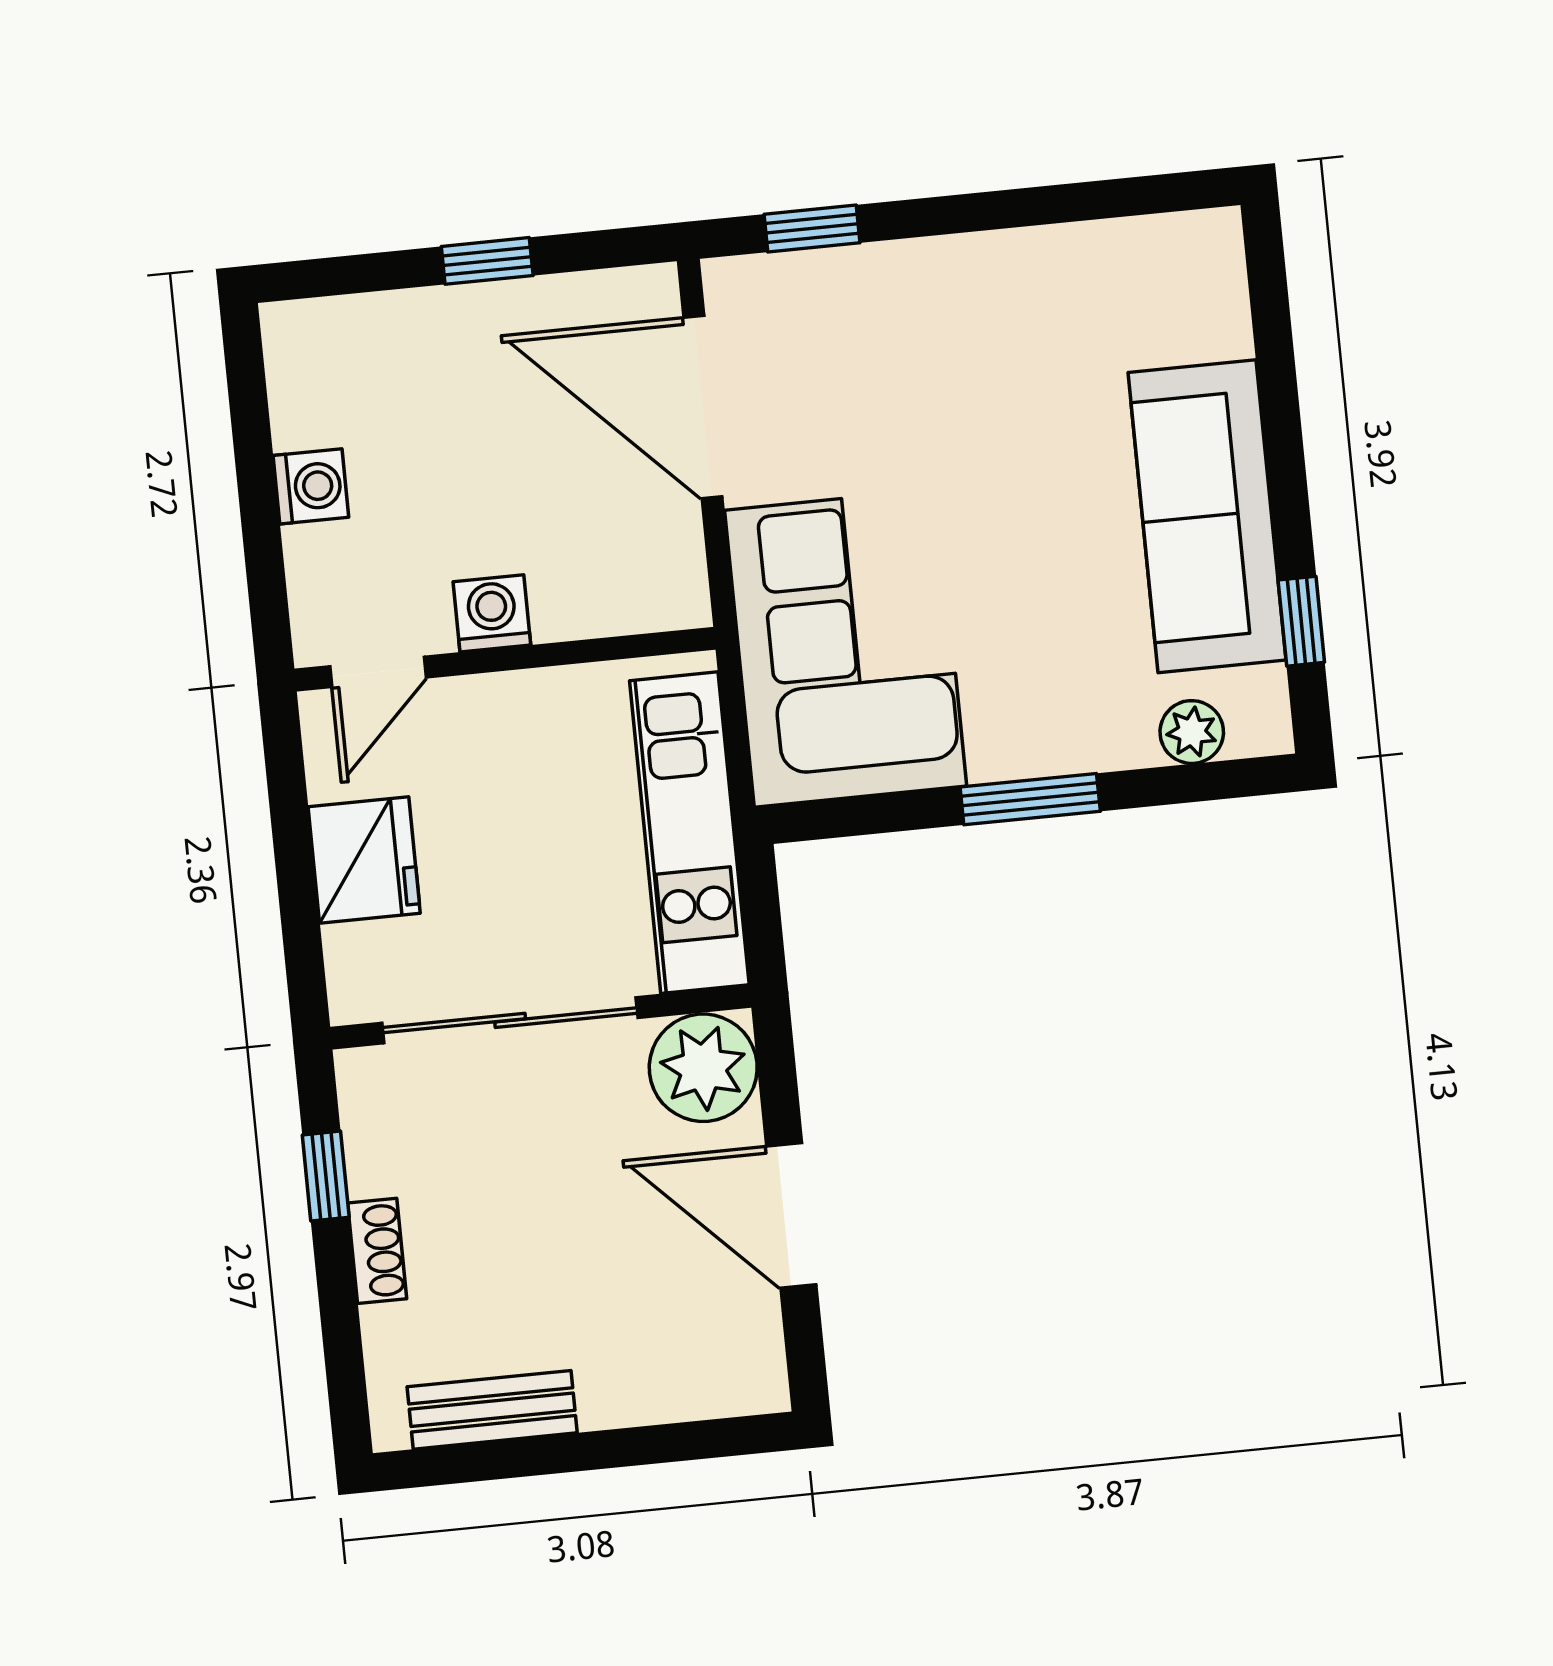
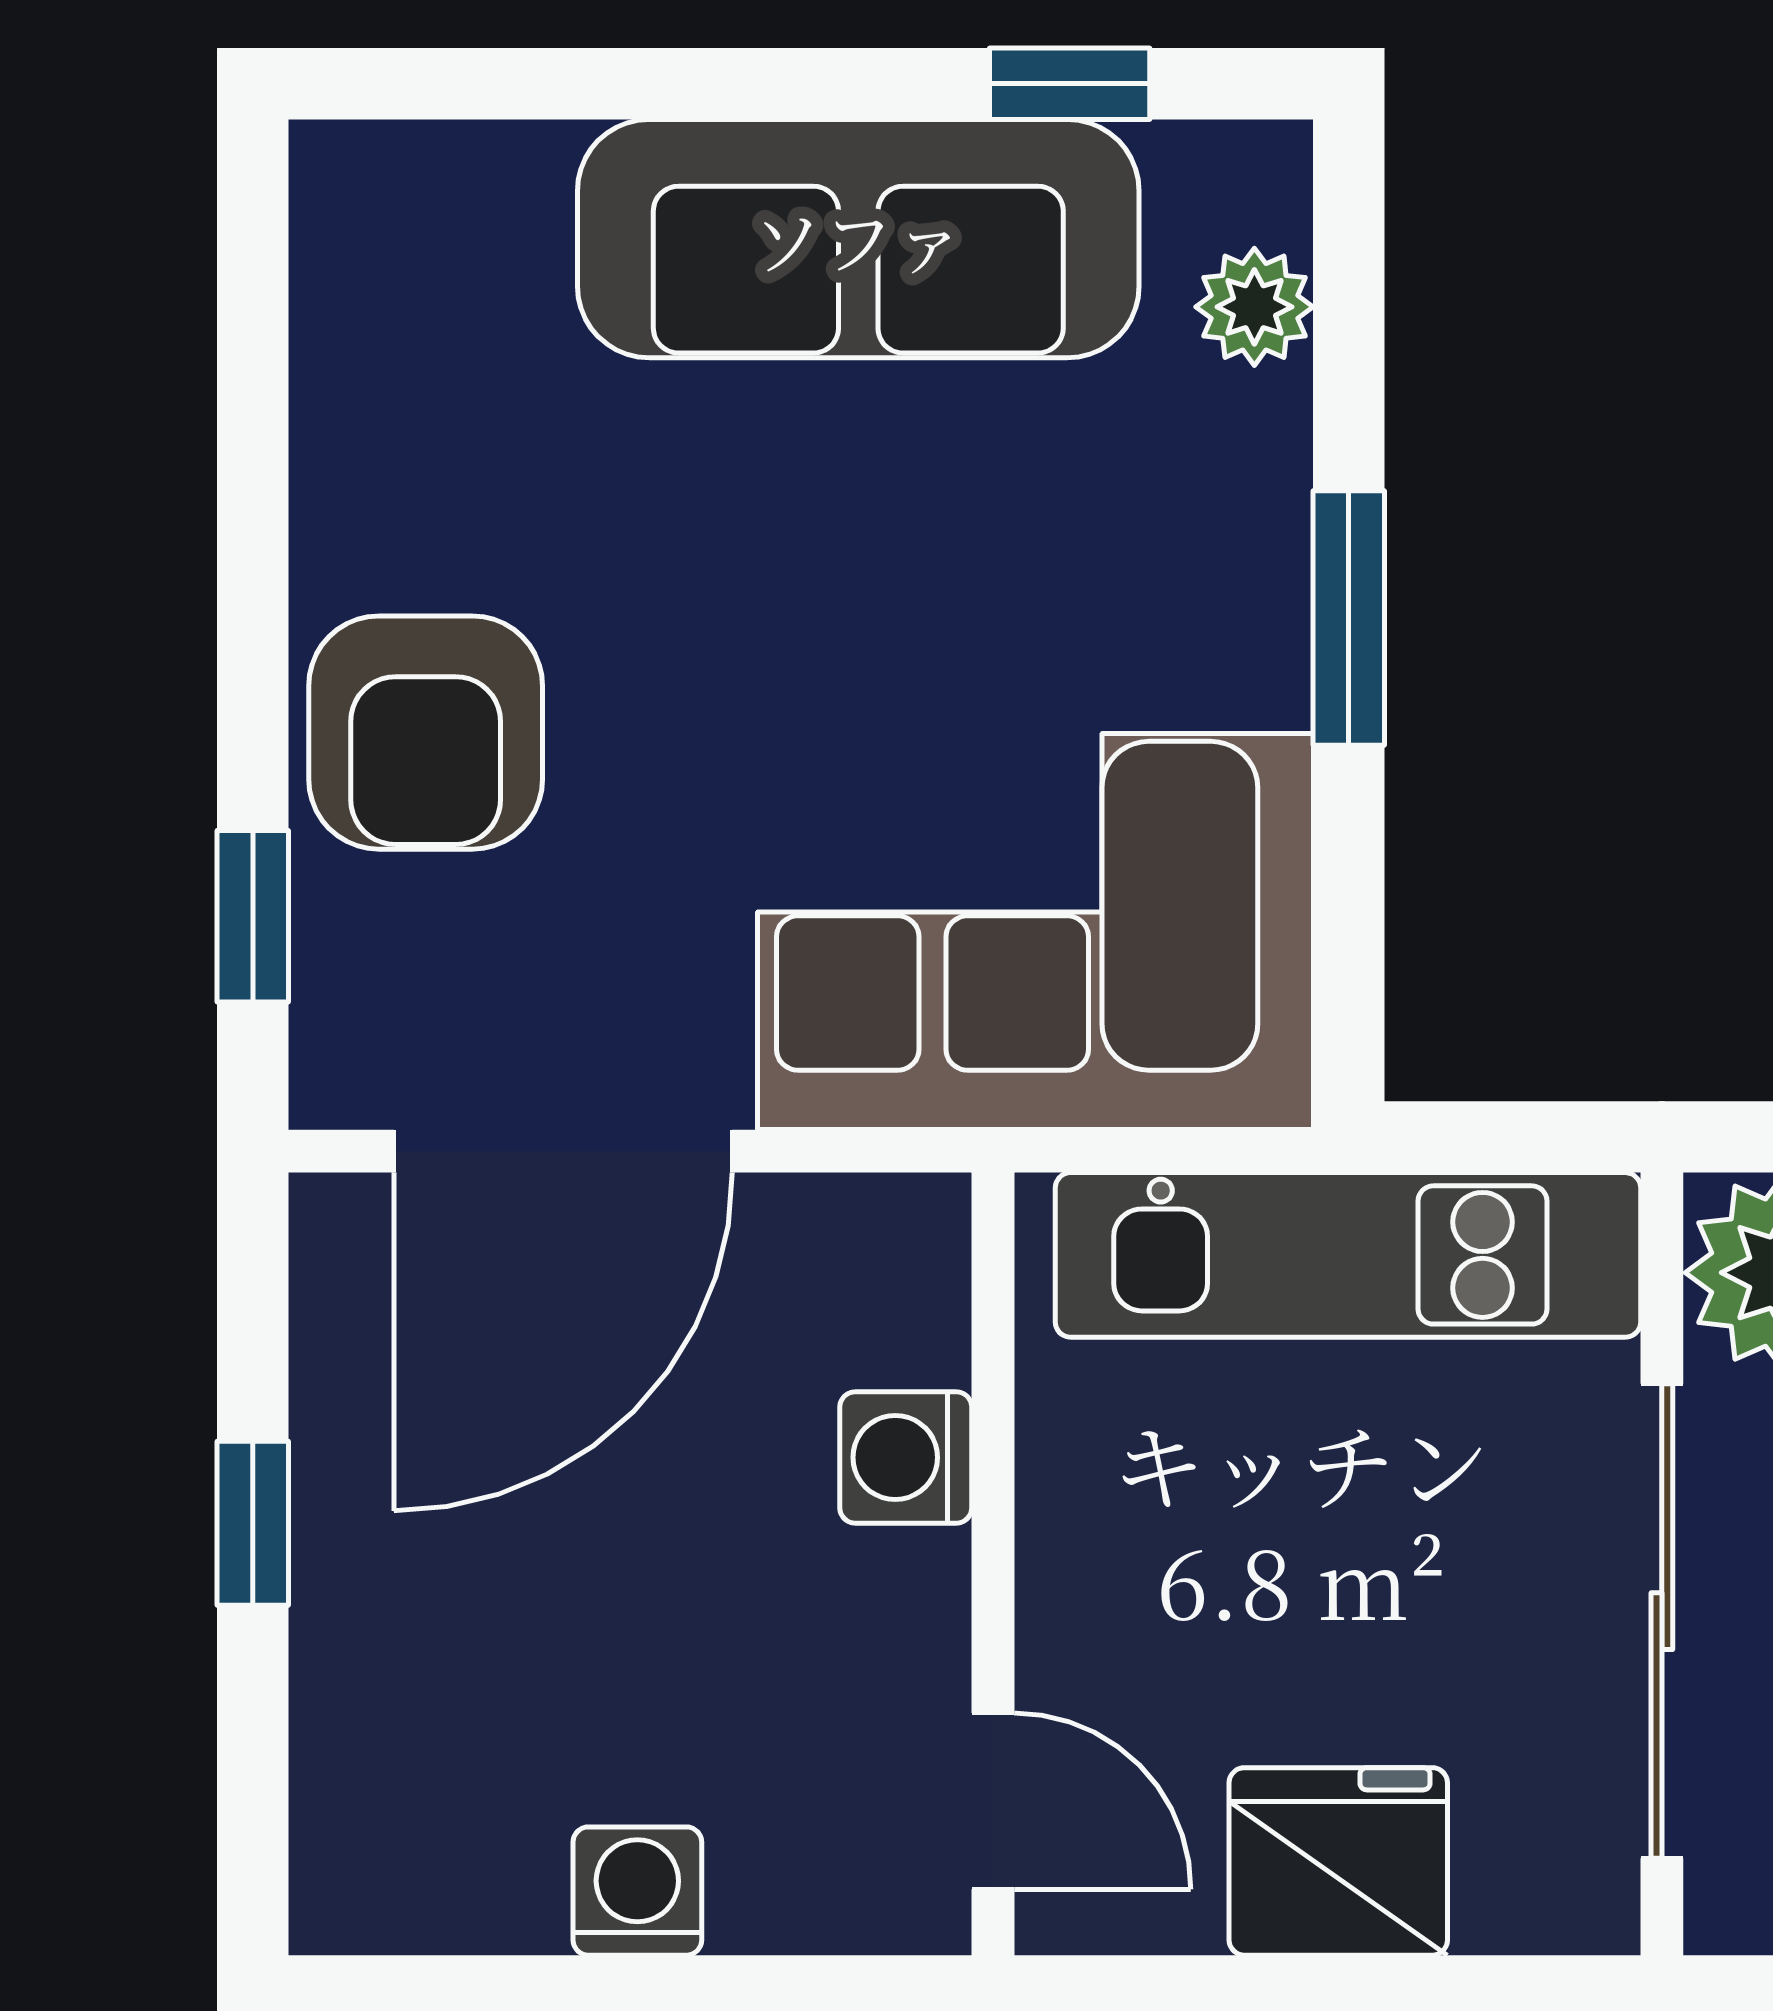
armchair: (920, 311) -> (426, 733), added
washing machine: (492, 613) -> (906, 1457), moved

